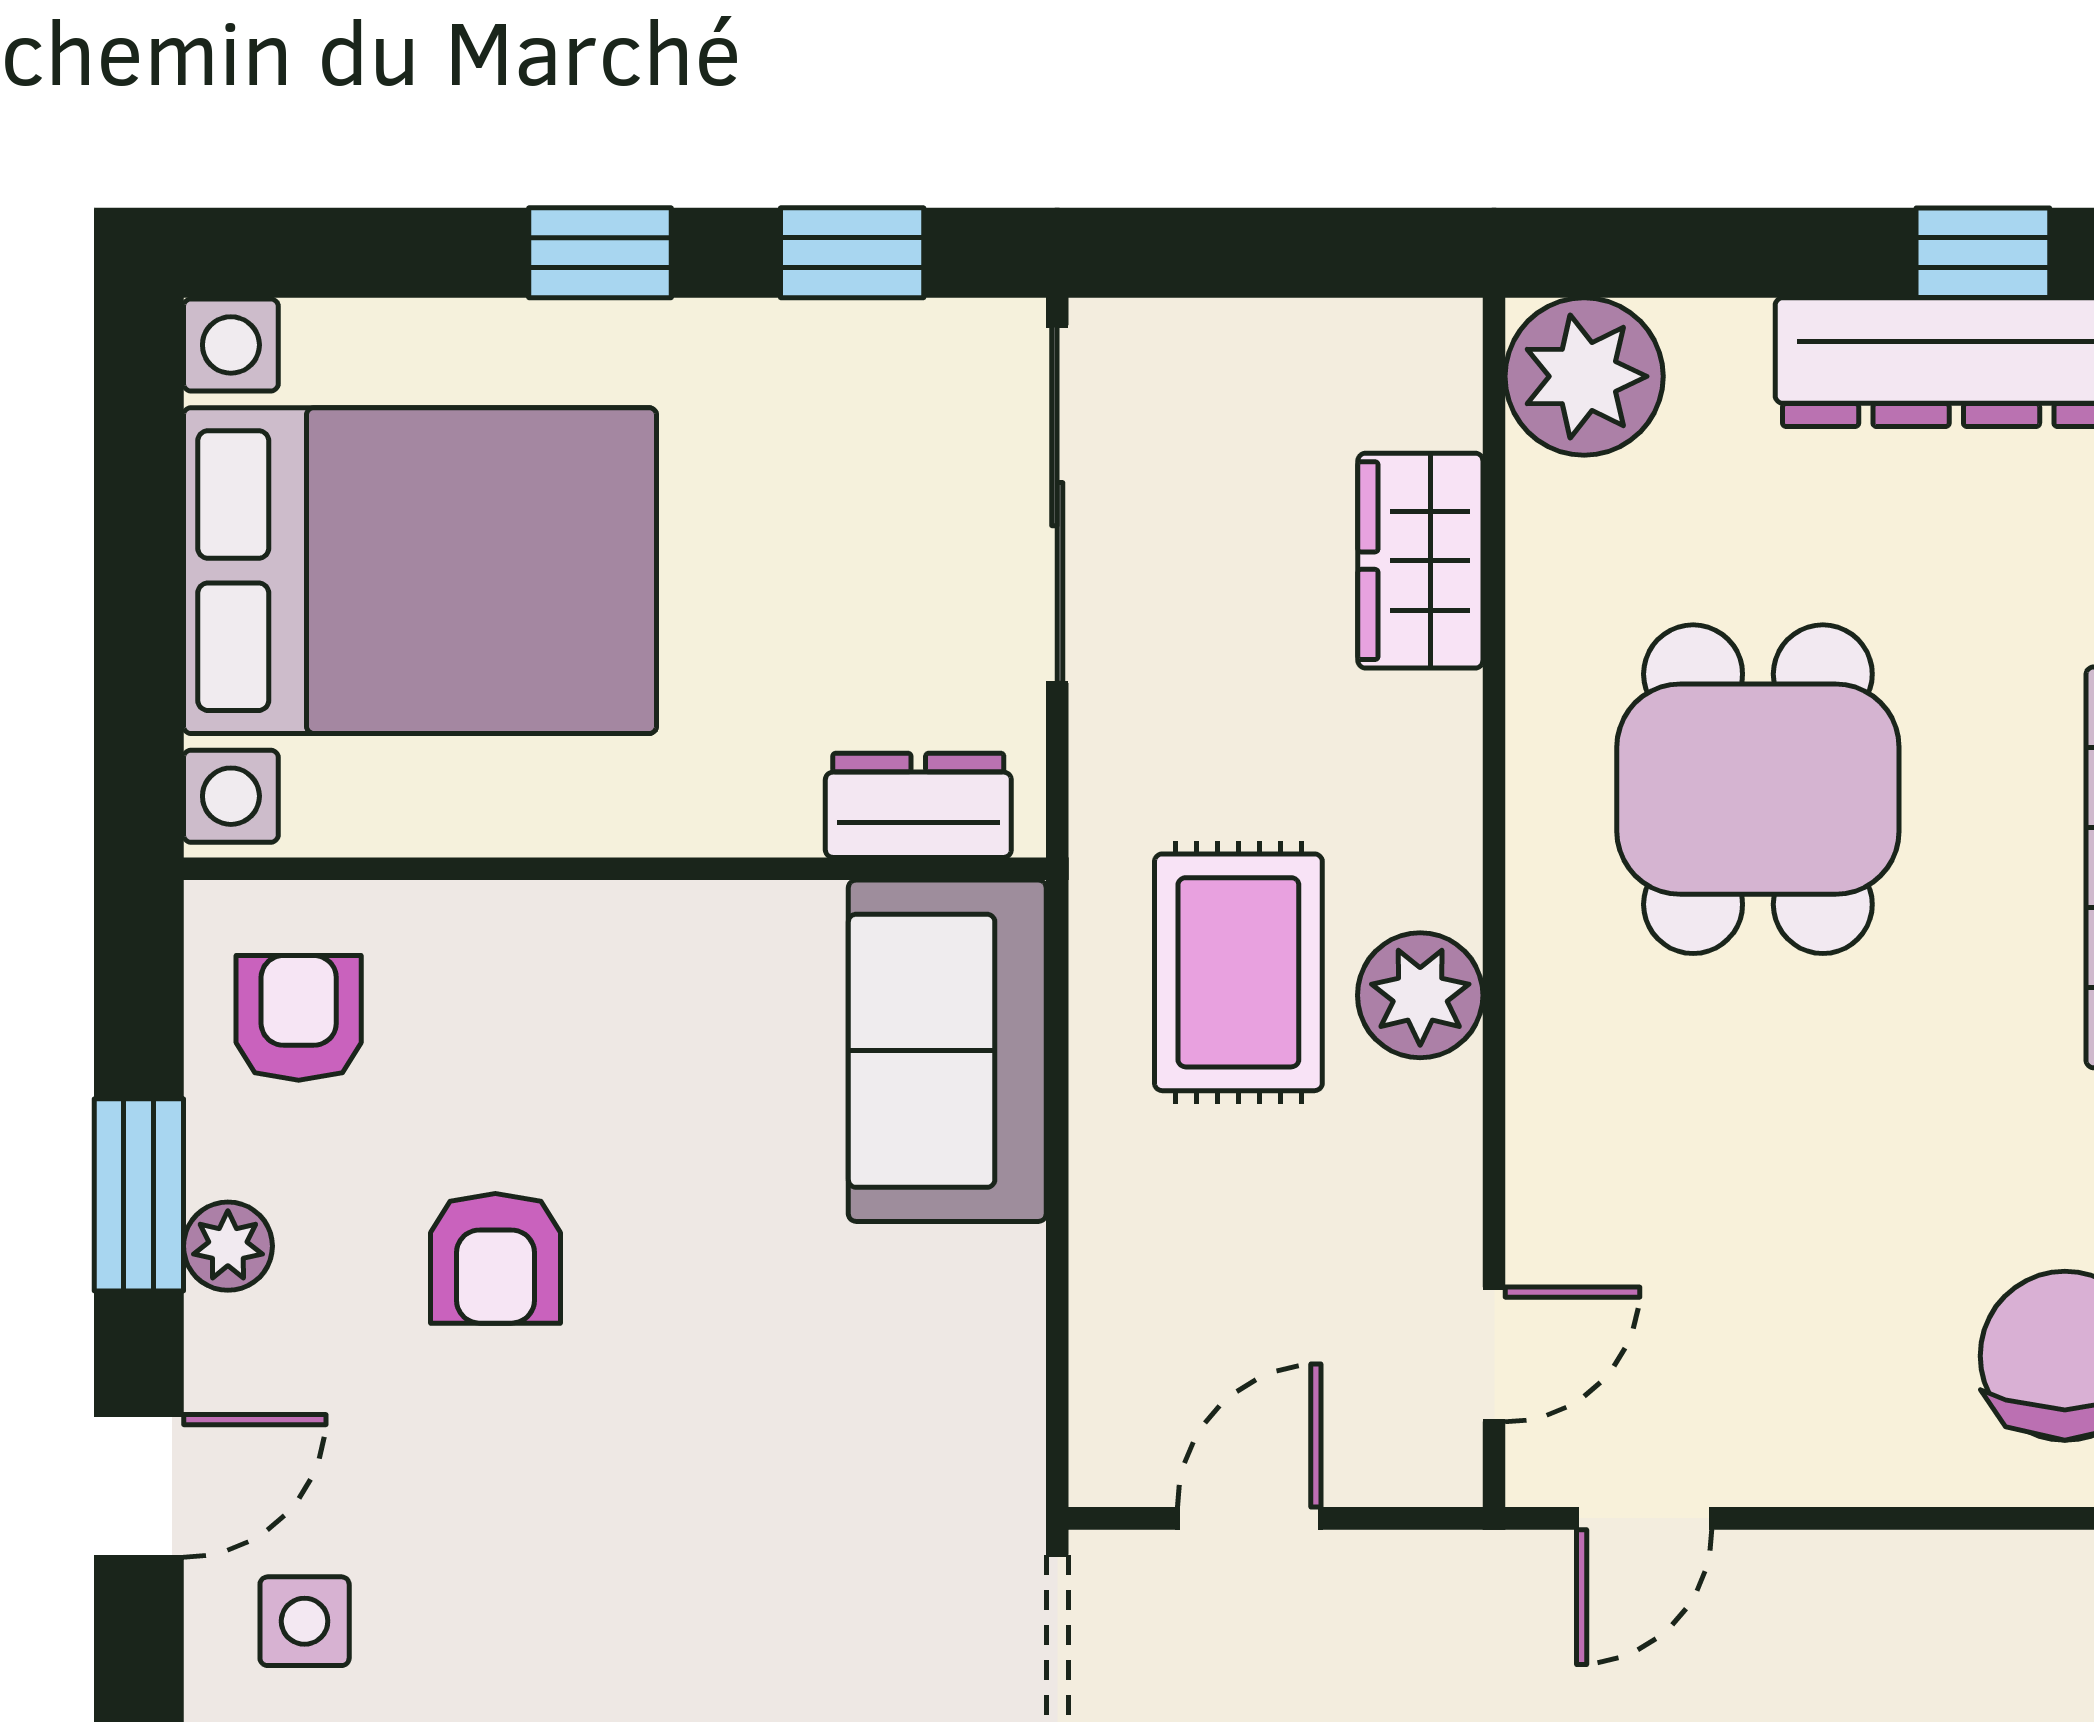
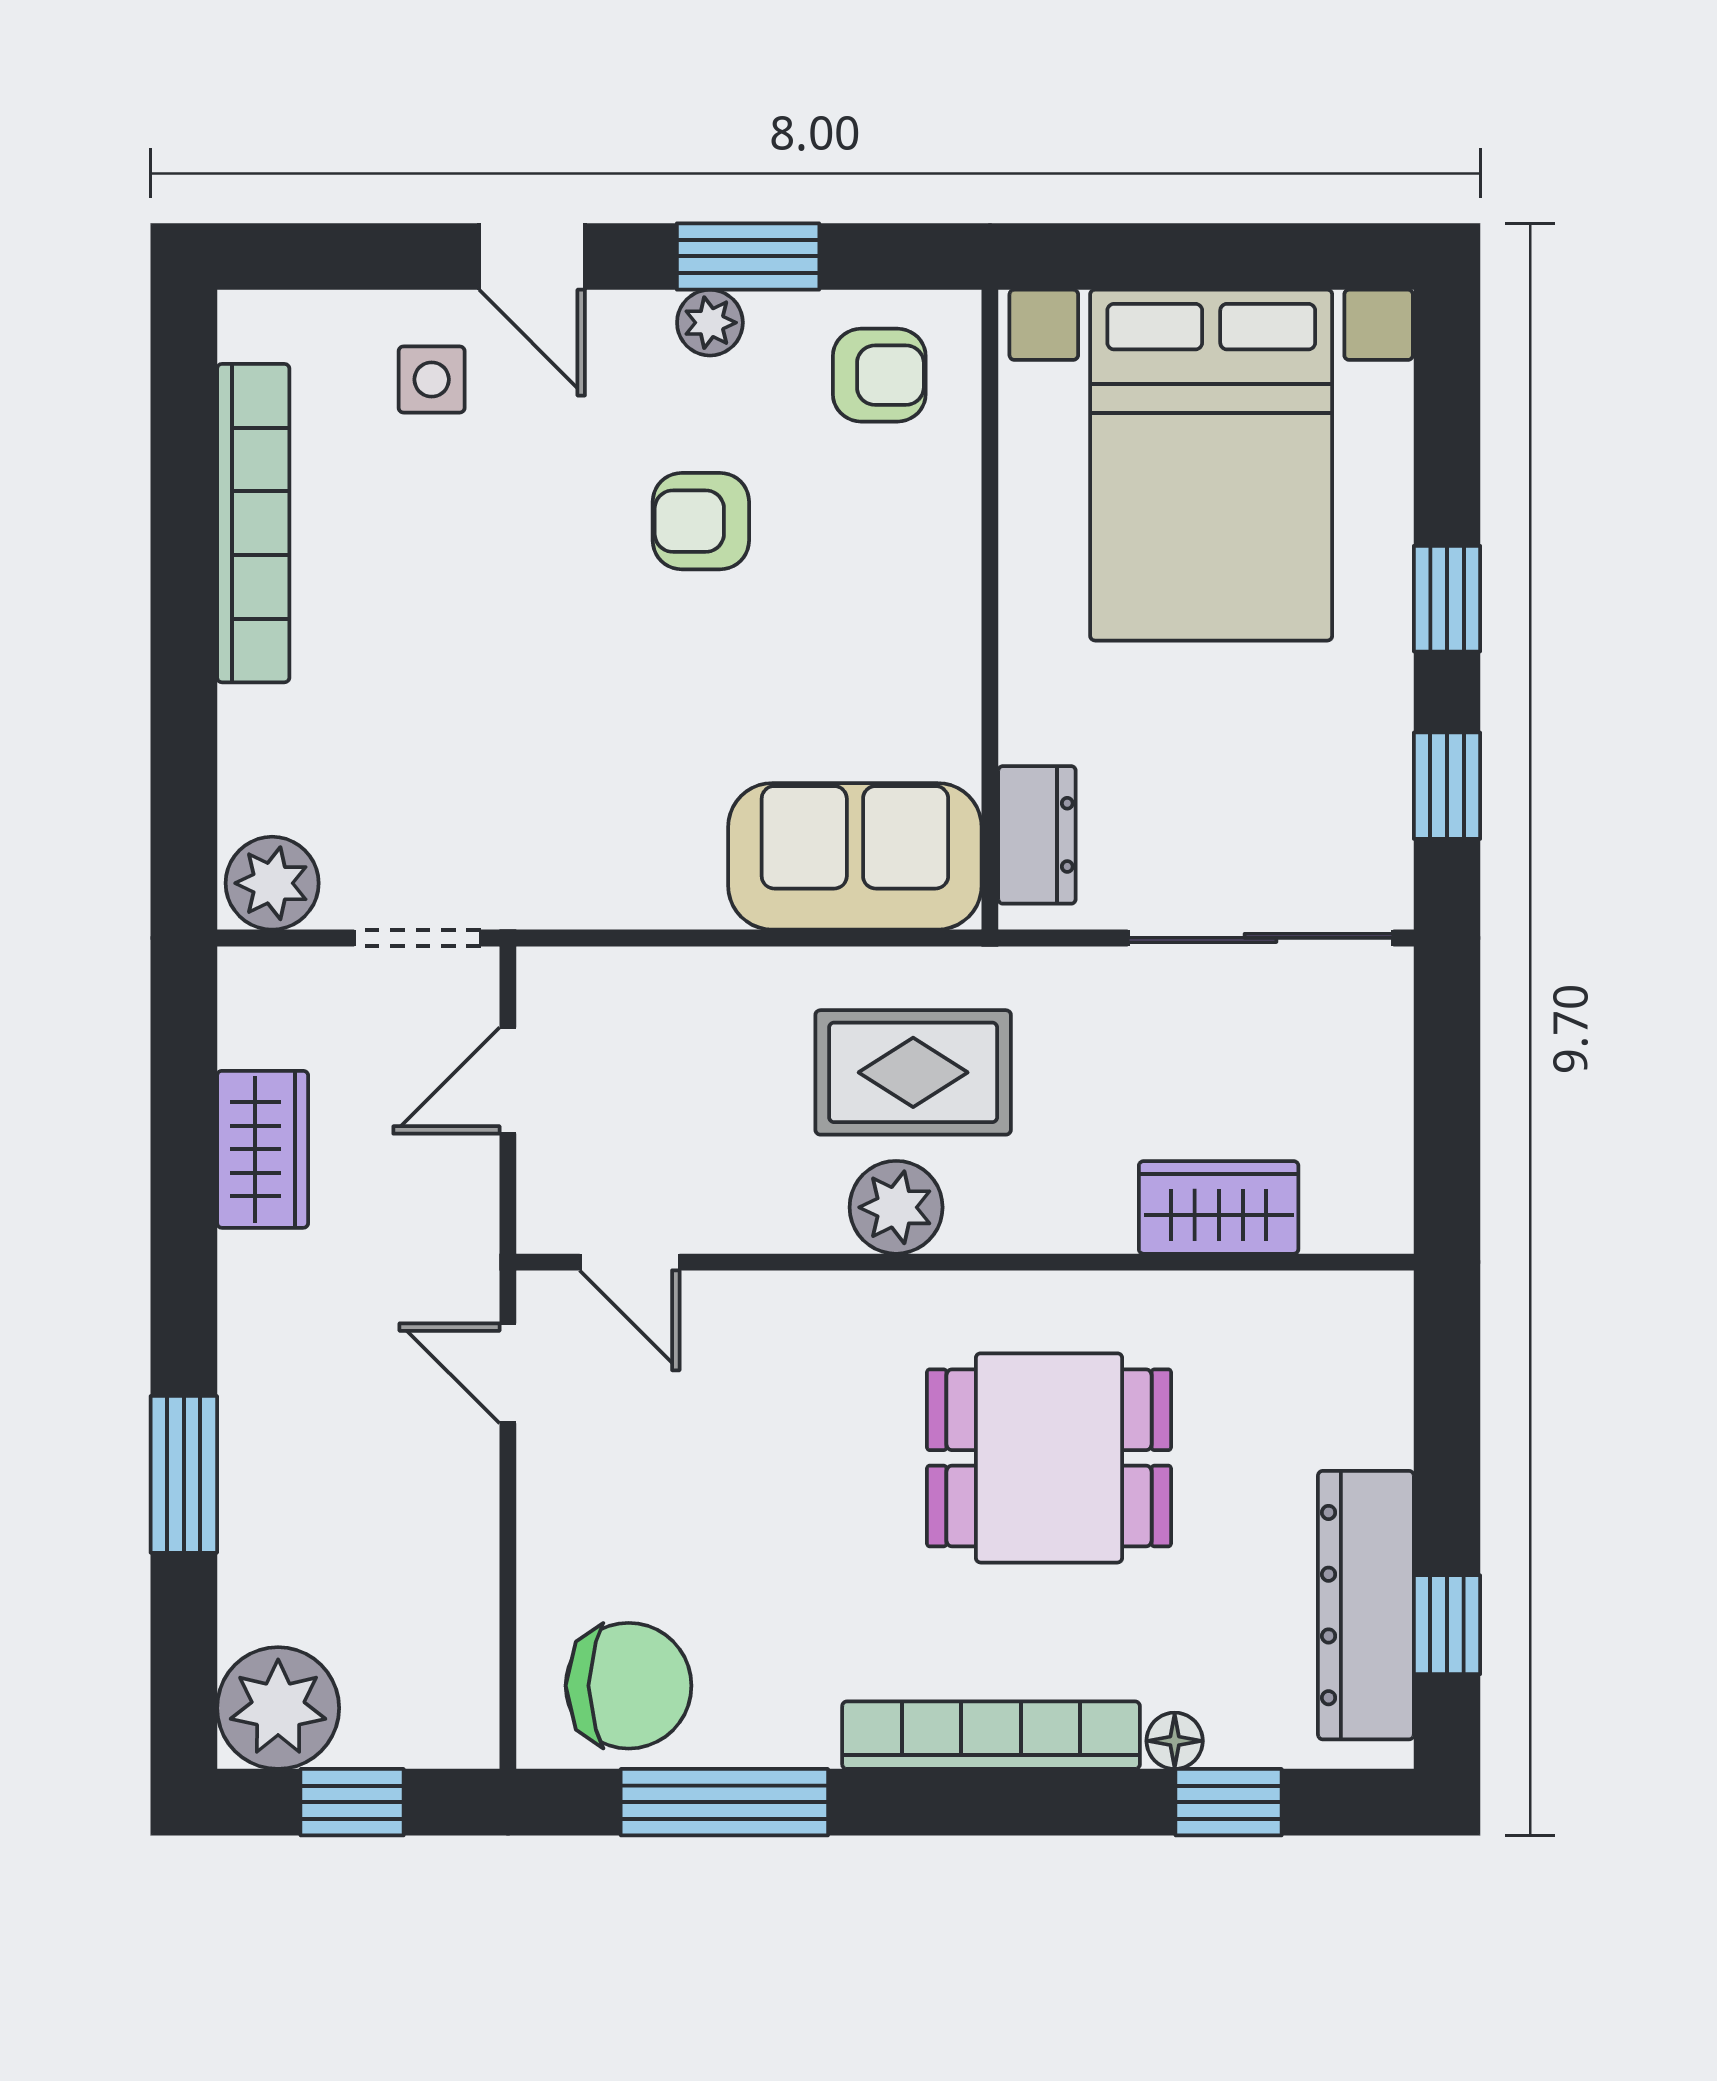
plant: (1584, 376) -> (1355, 1329), removed
door: (1249, 1518) -> (508, 1081), swing flipped

